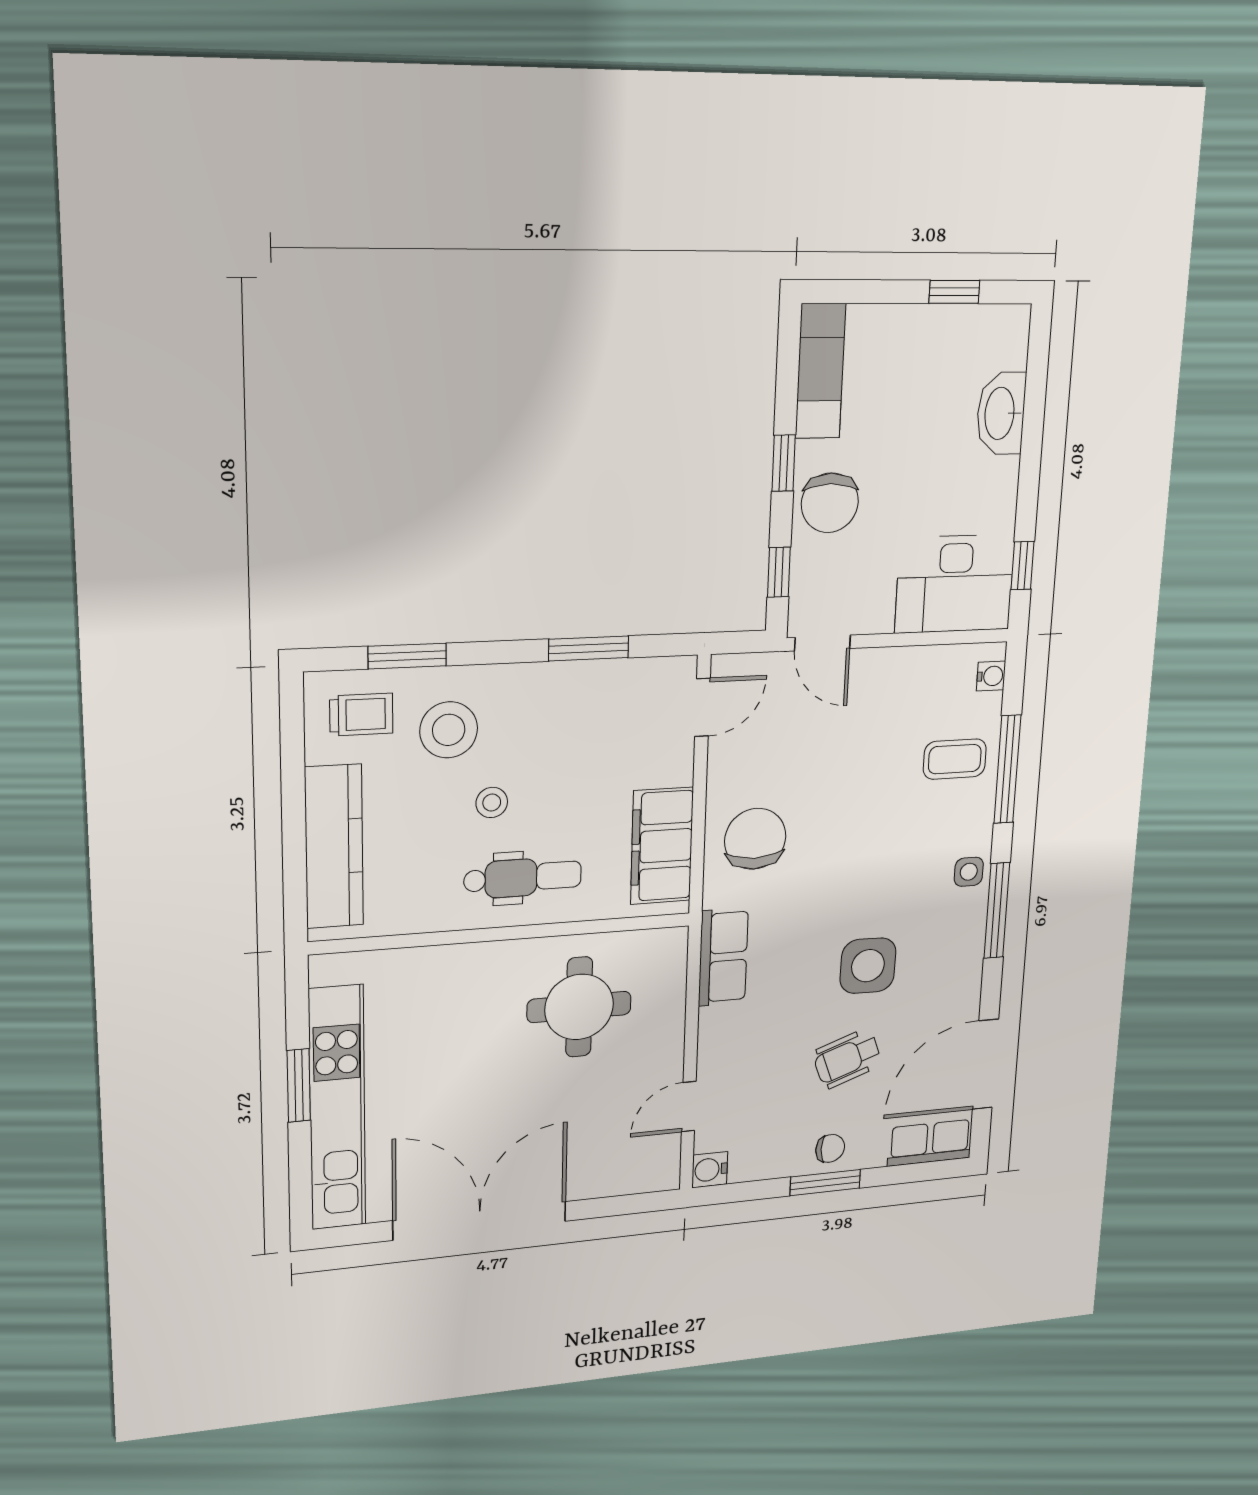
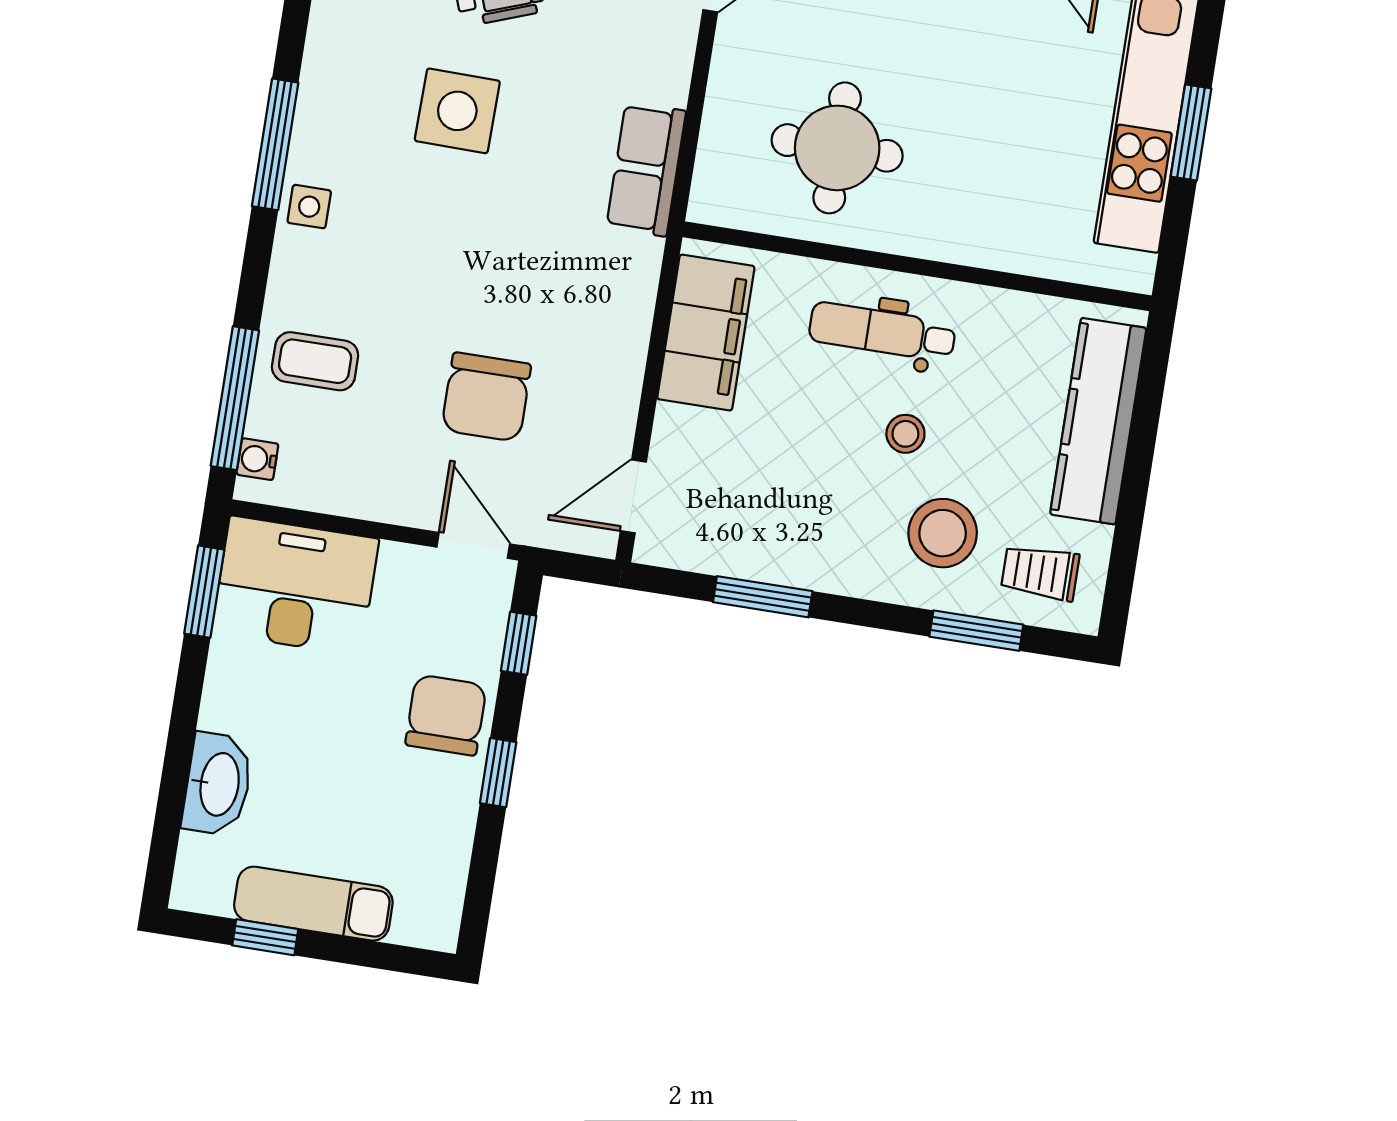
exam couch: (820, 371) -> (313, 904), moved, turned 90
window: (1022, 566) -> (204, 592), width x1.50
window: (1007, 769) -> (235, 398), moved
chair: (755, 839) -> (486, 397), moved

